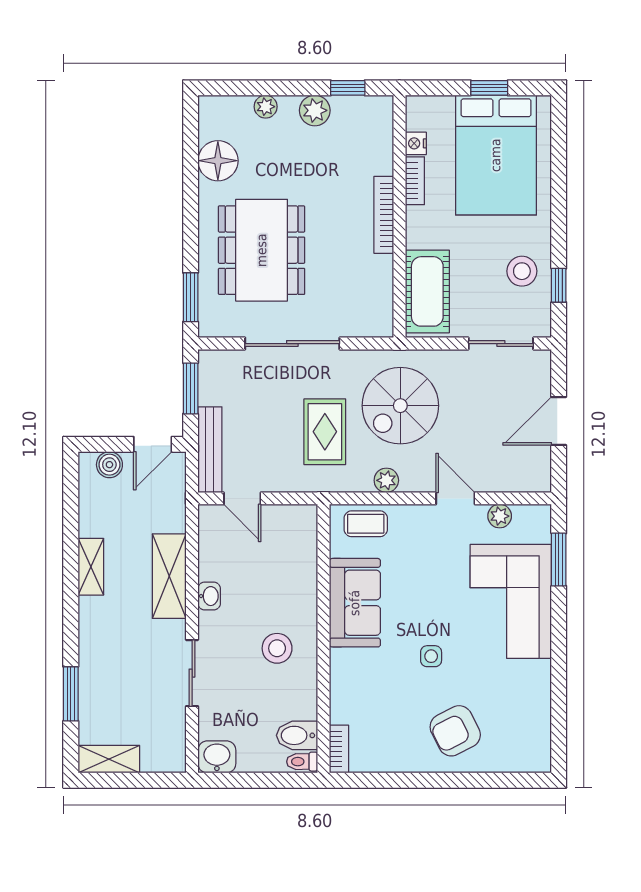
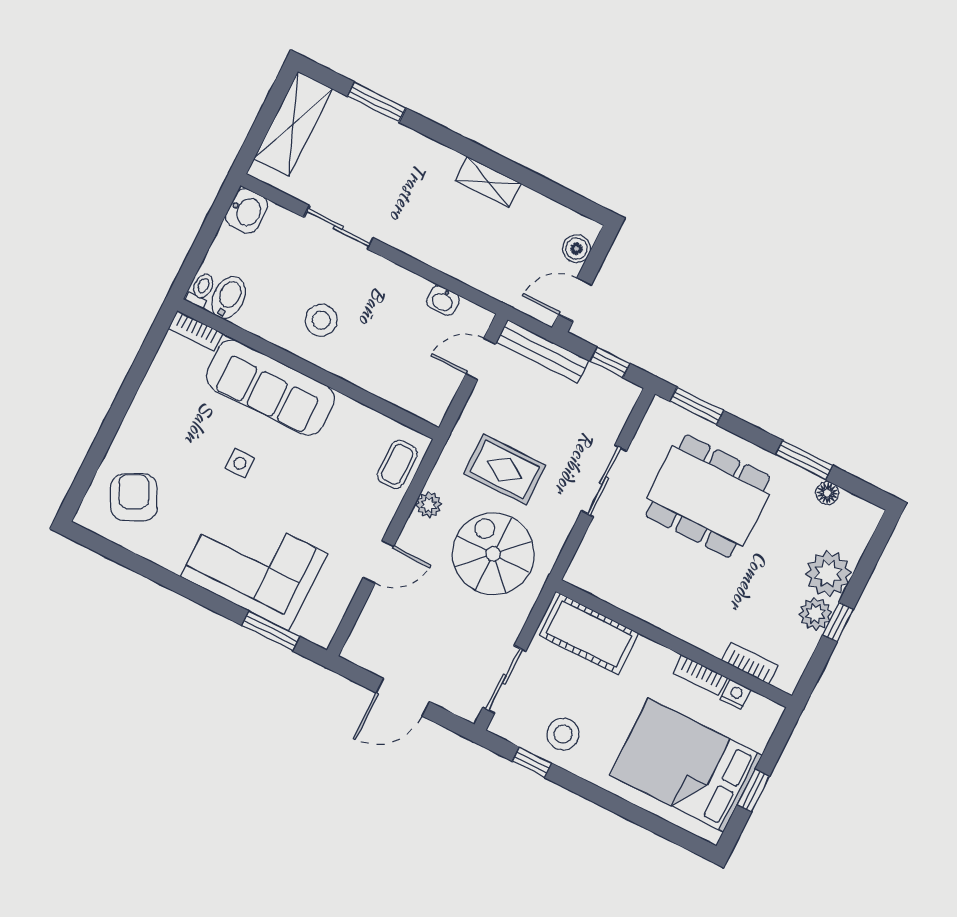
window: (348, 88) -> (838, 622), moved
plant: (266, 107) -> (828, 574), width x1.88, depth x1.88
floor lamp: (218, 161) -> (827, 493), width x0.53, depth x0.53
window: (191, 184) -> (804, 460), added
bookcase: (384, 215) -> (750, 663), moved, width x0.64
sliding door: (292, 344) -> (604, 481), width x0.73
window: (191, 388) -> (610, 362), width x0.67
door: (559, 421) -> (403, 697), swing flipped
door: (153, 444) -> (575, 299), hinge flipped
plant: (500, 516) -> (341, 596), removed
shelving: (169, 576) -> (442, 252), removed
washbasin: (209, 596) -> (443, 300), moved
sofa: (355, 603) -> (270, 388), moved, width x1.36
armchair: (455, 731) -> (134, 497), moved
shelving: (109, 759) -> (293, 124), width x1.50, depth x1.33

